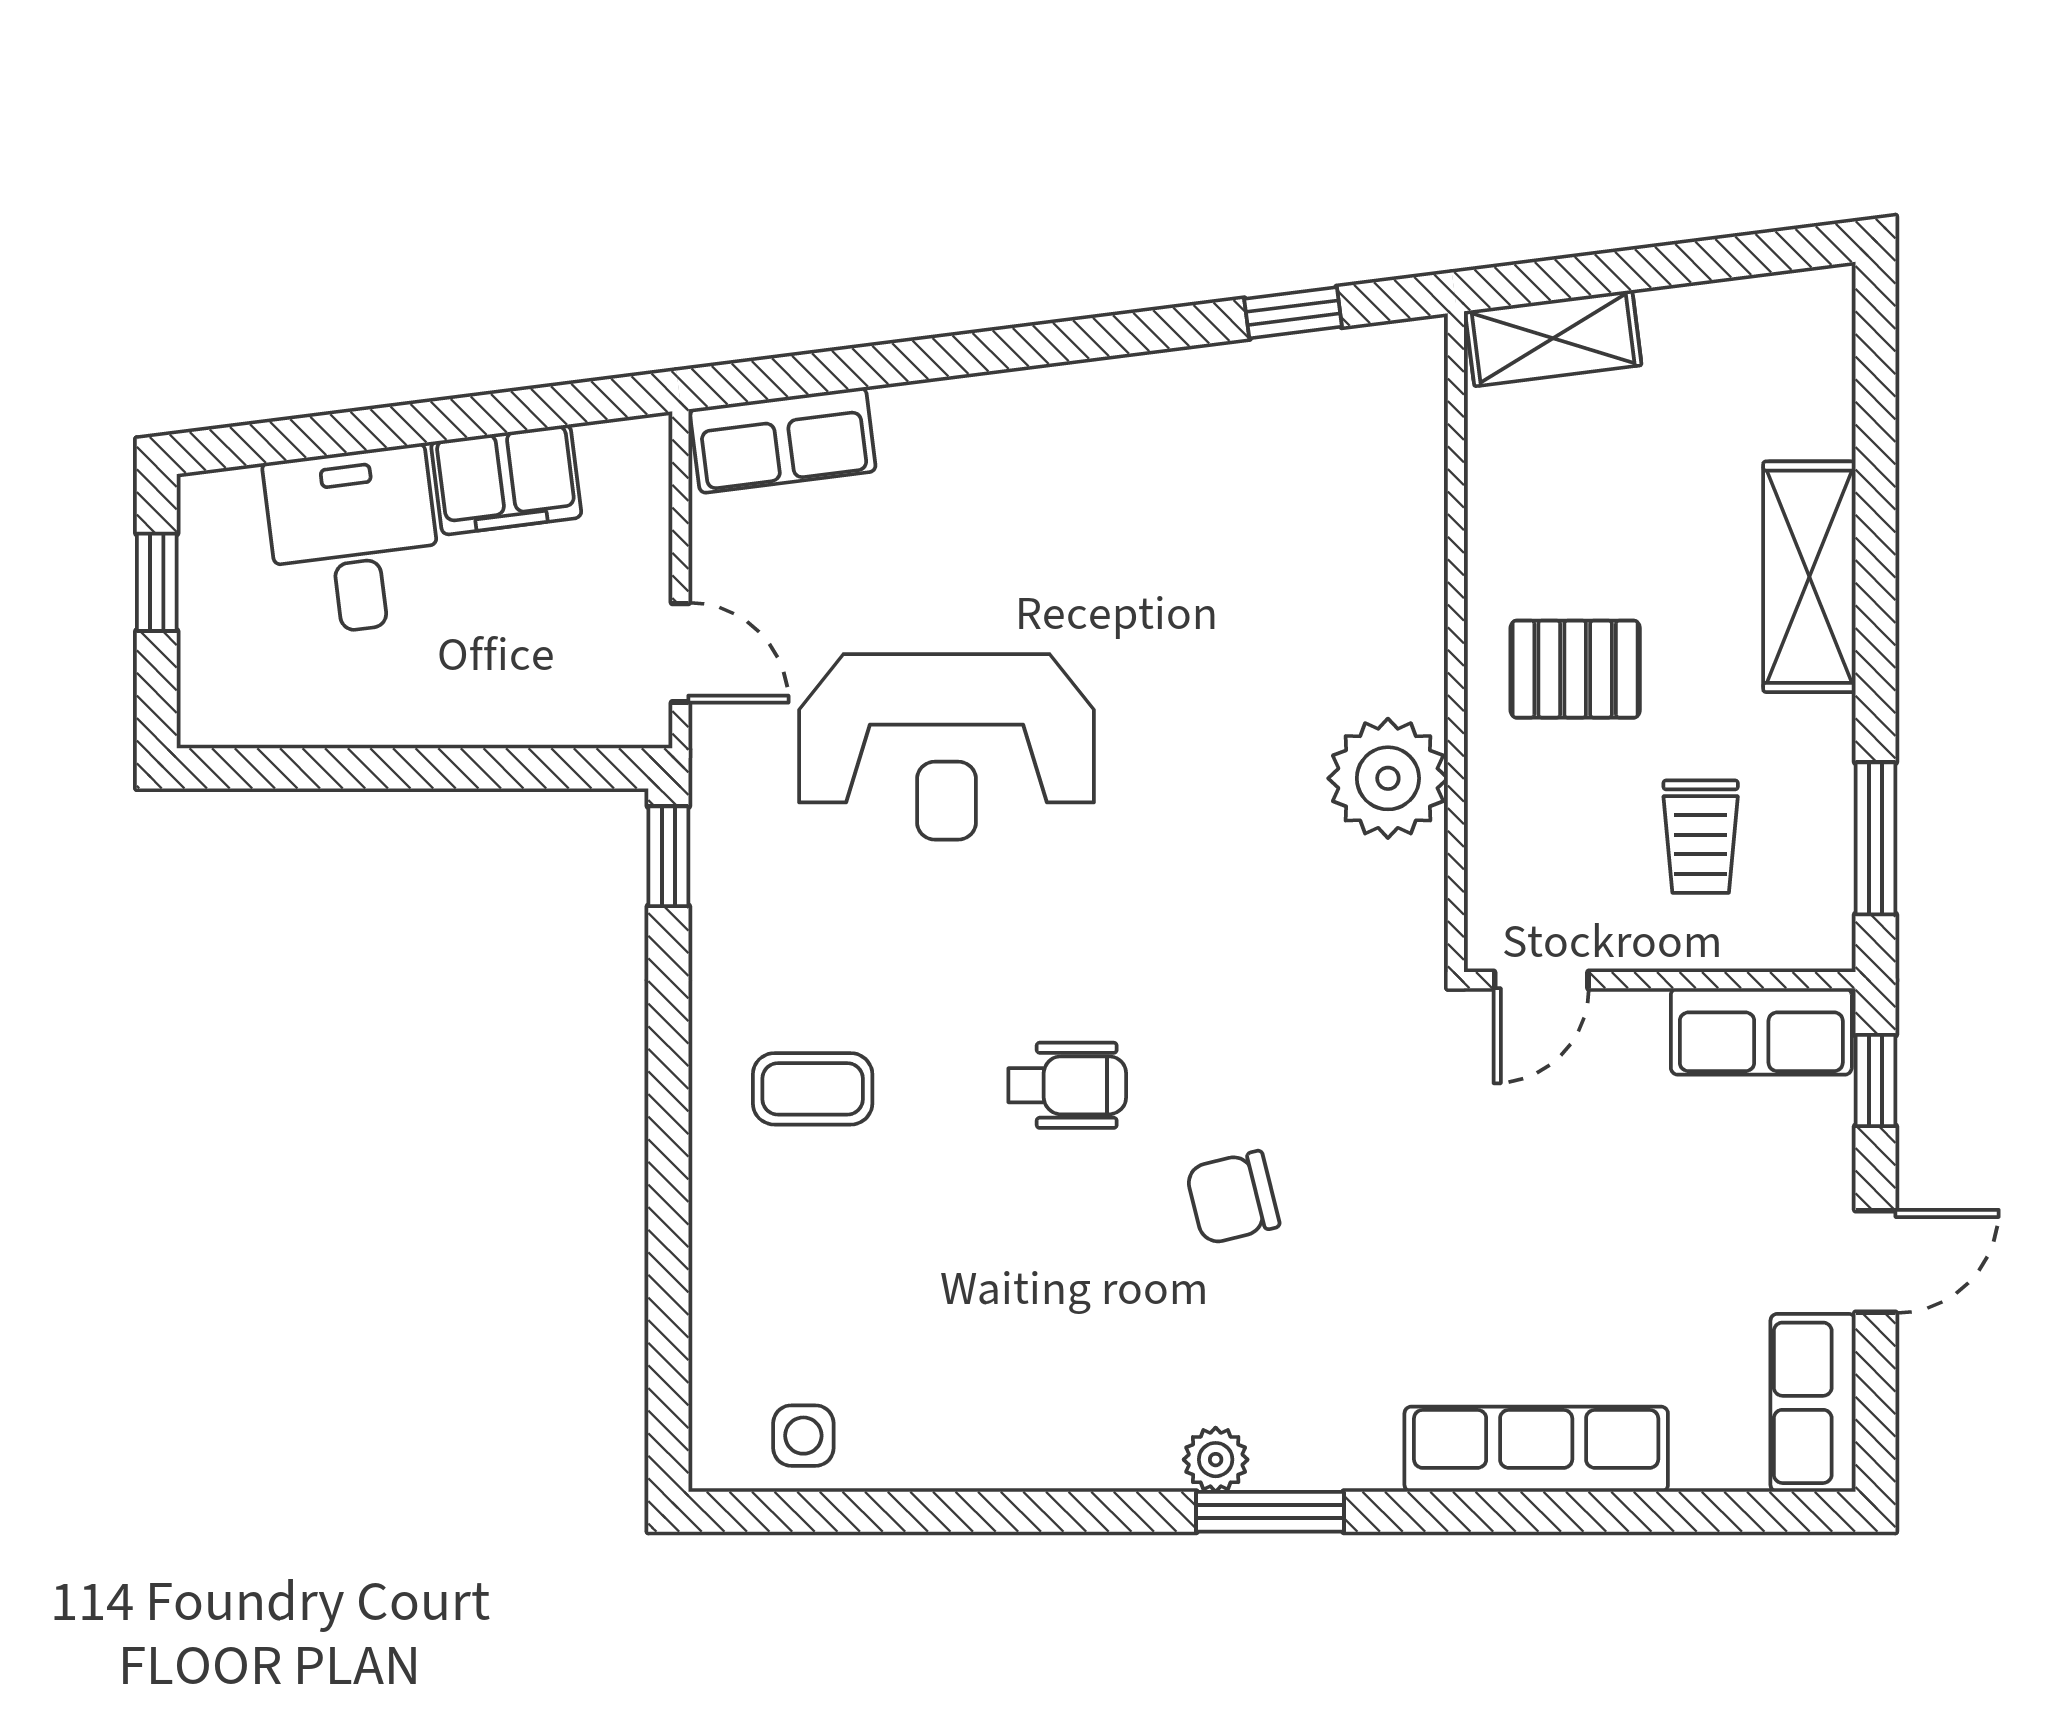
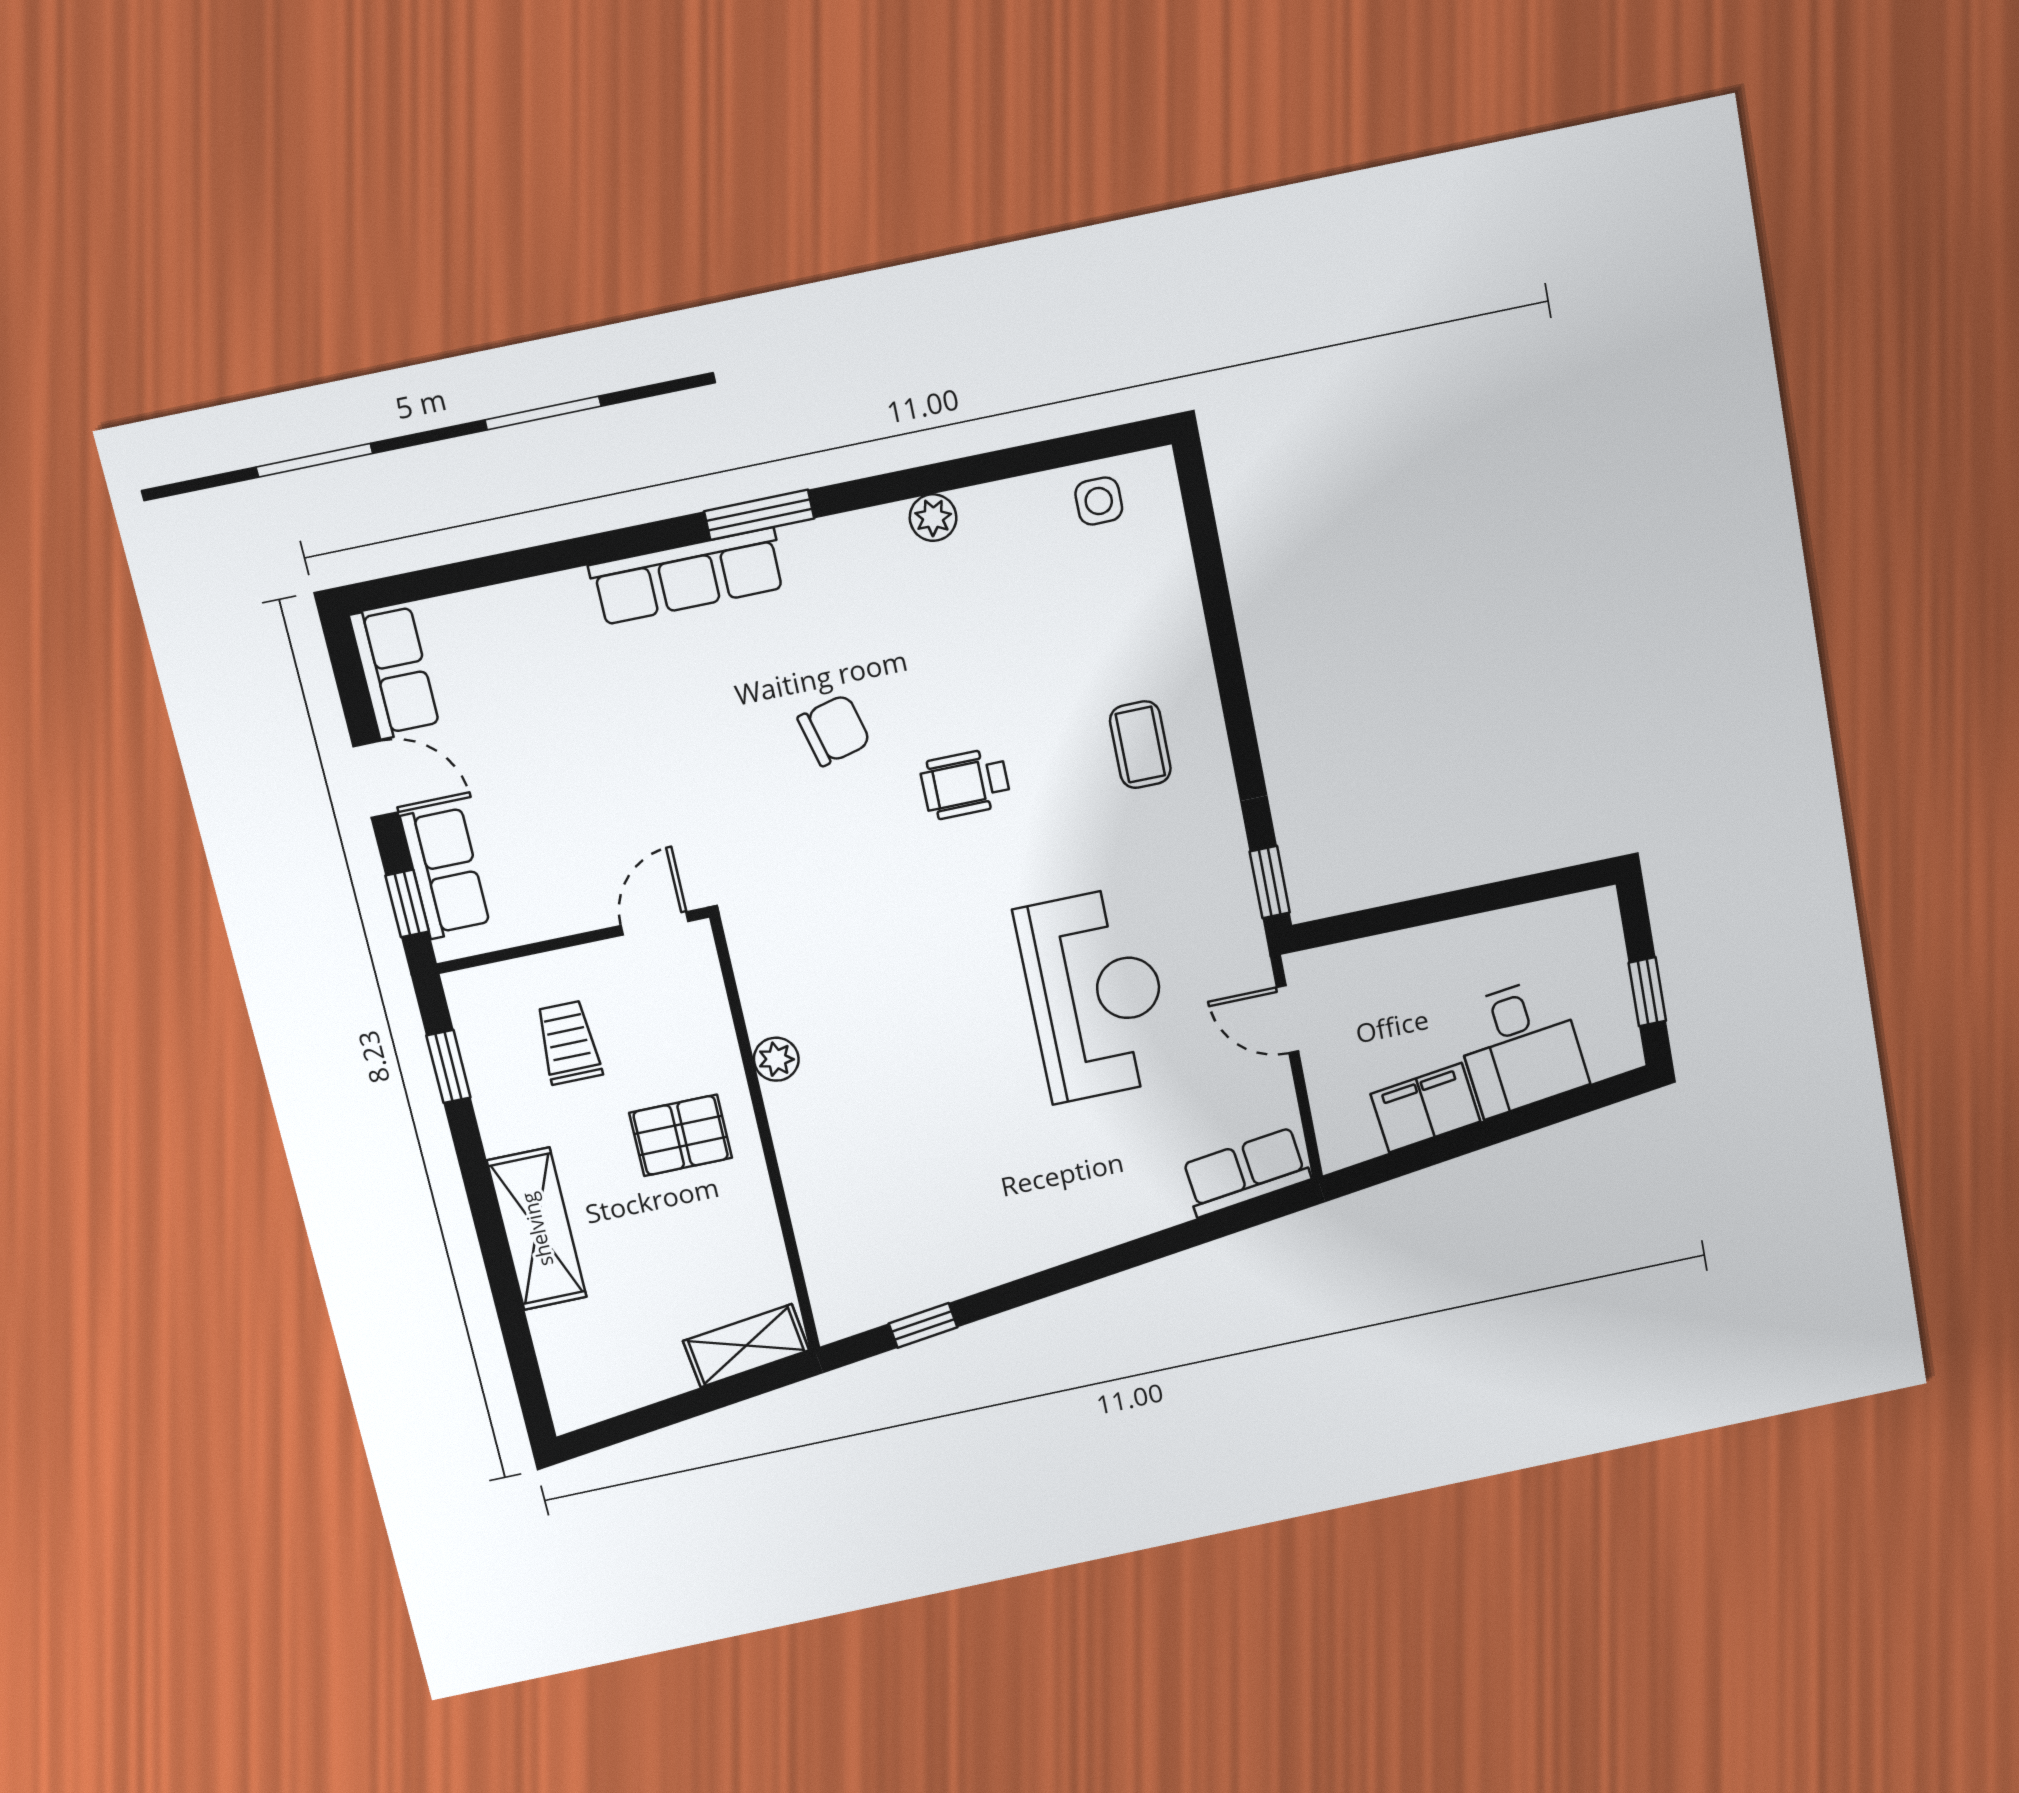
reception desk: (946, 747) -> (1095, 995), turned 90
plant: (1388, 778) -> (776, 1059), width x0.53, depth x0.53
window: (1876, 838) -> (449, 1067), width x0.67
row of seats: (1761, 1031) -> (445, 872), moved, turned 90
coffee table: (813, 1089) -> (1140, 745), turned 90
door: (1876, 1261) -> (376, 779), swing flipped
row of seats: (1536, 1449) -> (687, 576), moved
plant: (1216, 1460) -> (933, 518), moved

